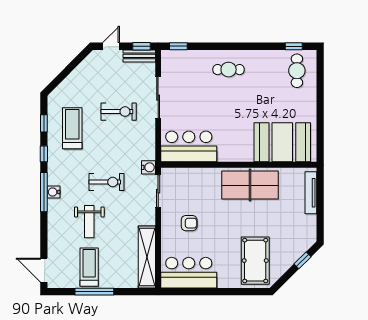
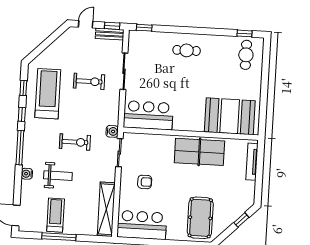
treadmill: (72, 128) -> (48, 94), width x1.37, depth x1.38
water cooler: (54, 192) -> (27, 174), moved
weight bench: (89, 222) -> (58, 176), turned -90

